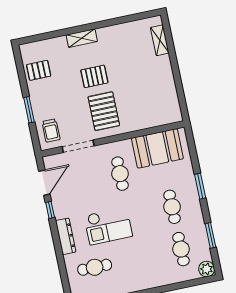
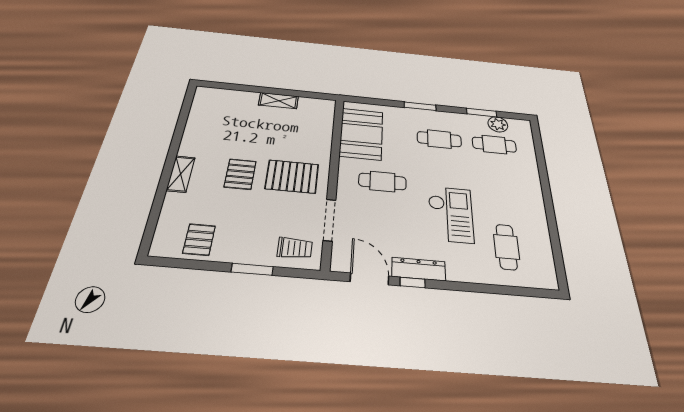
shelving: (160, 40) -> (278, 101), moved
dresser: (66, 236) -> (419, 269), moved
plant: (207, 269) -> (498, 124), moved

